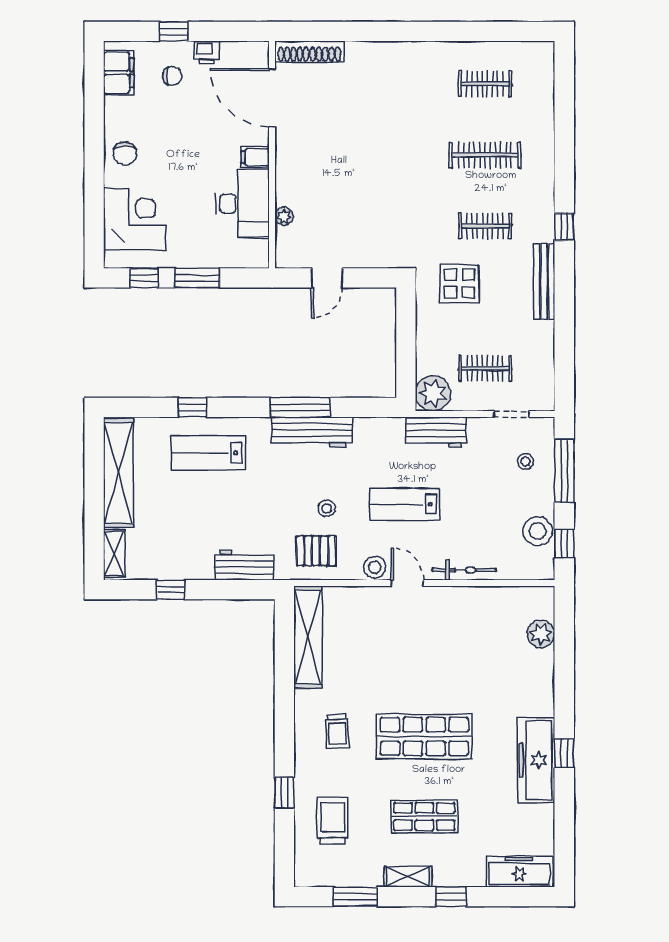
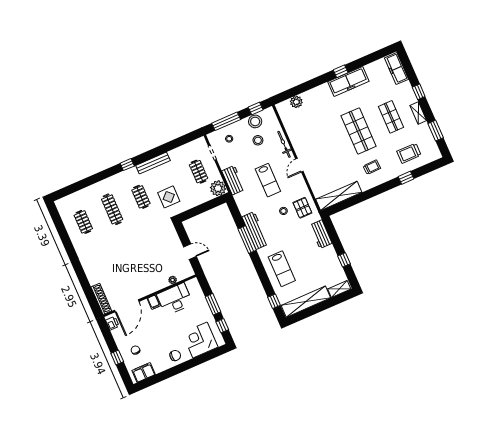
printer: (207, 52) -> (112, 323), moved
window: (192, 407) -> (274, 301), moved
stool: (375, 567) -> (258, 140), moved

